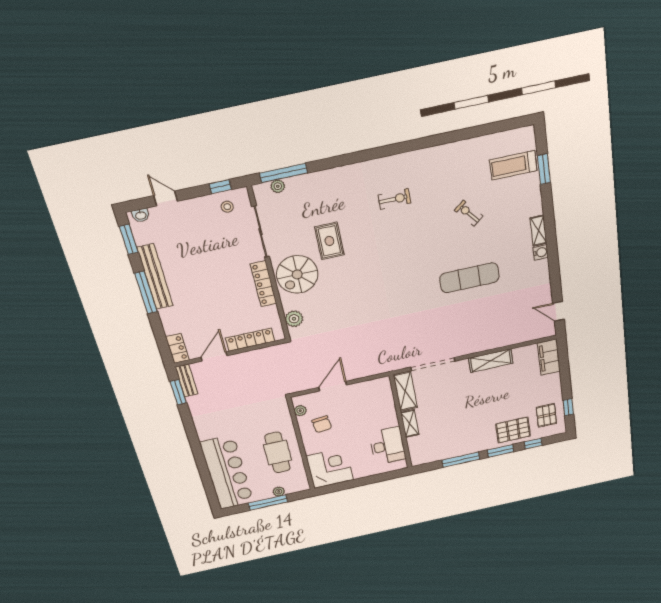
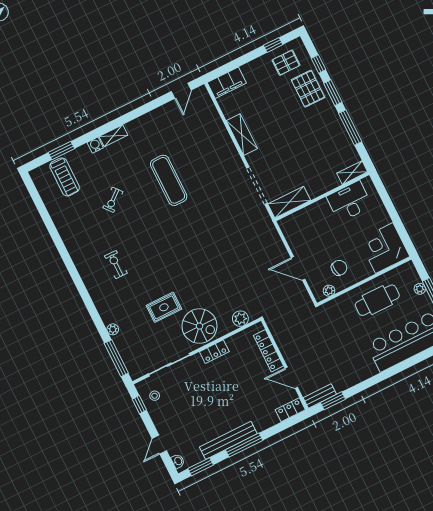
plant: (278, 186) -> (113, 329), moved
water cooler: (541, 252) -> (95, 145), moved
locker: (264, 284) -> (214, 352), width x0.66
shelving: (410, 424) -> (352, 173), moved

